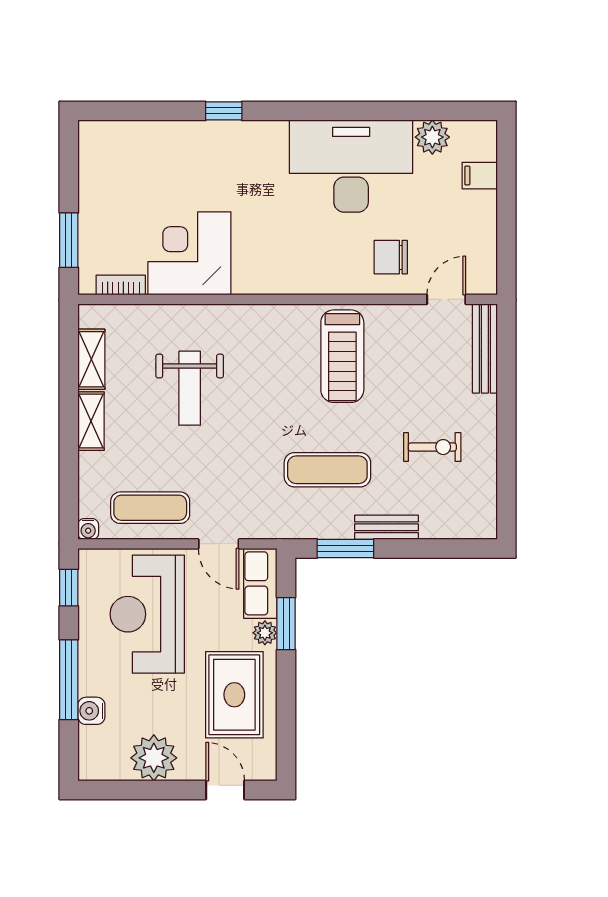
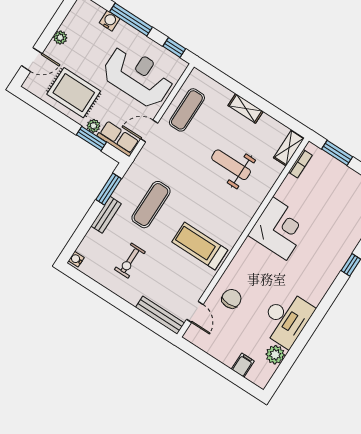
desk: (351, 166) -> (286, 319), width x0.73, depth x0.77
corner desk: (189, 253) -> (279, 229), moved
shelving: (91, 359) -> (289, 148), moved, turned 90
water cooler: (88, 529) -> (76, 259), moved
plant: (154, 758) -> (60, 38), width x0.53, depth x0.53

